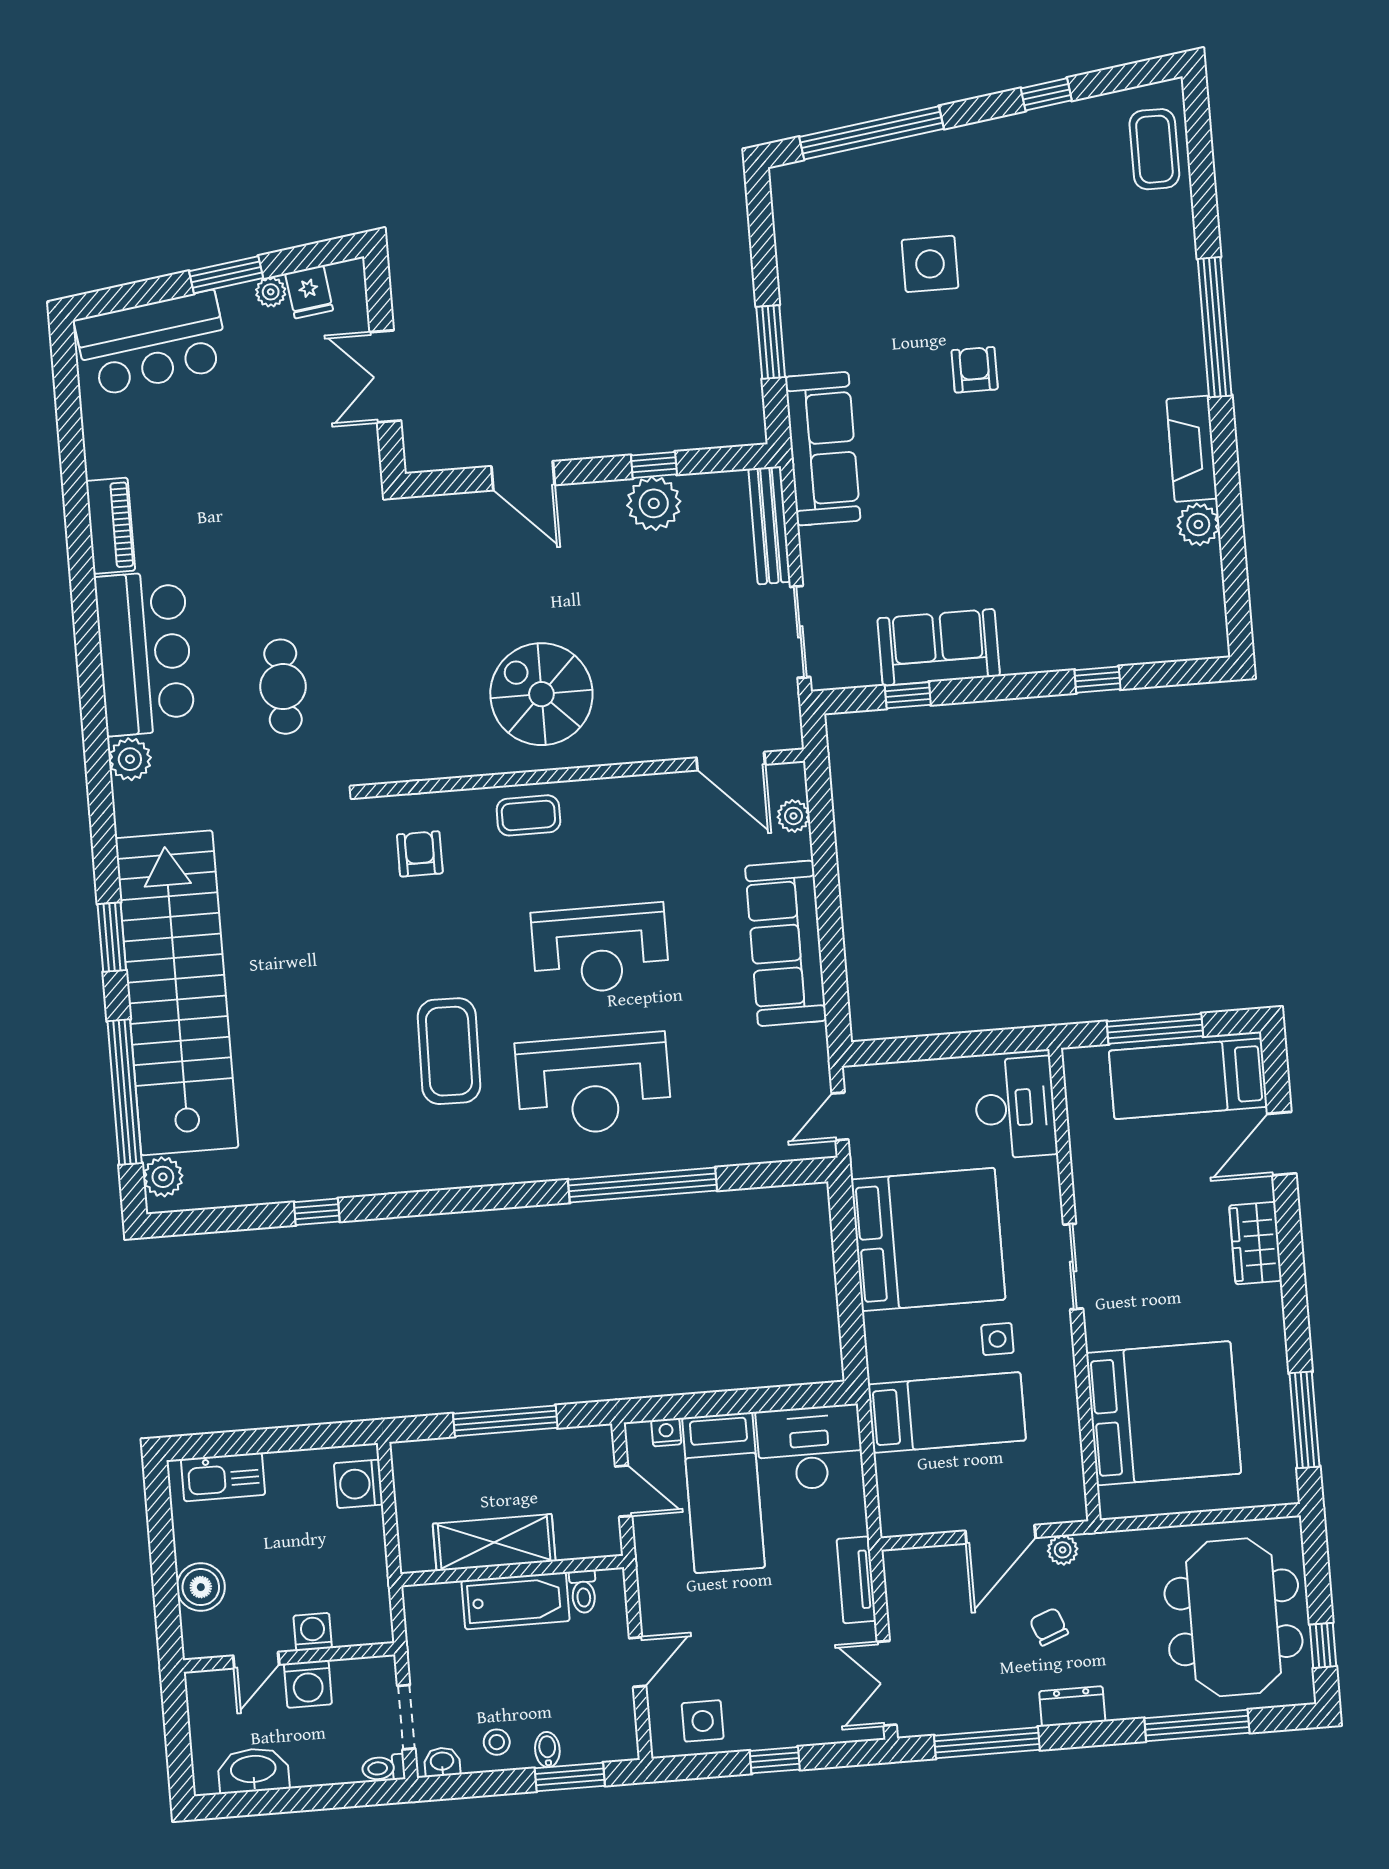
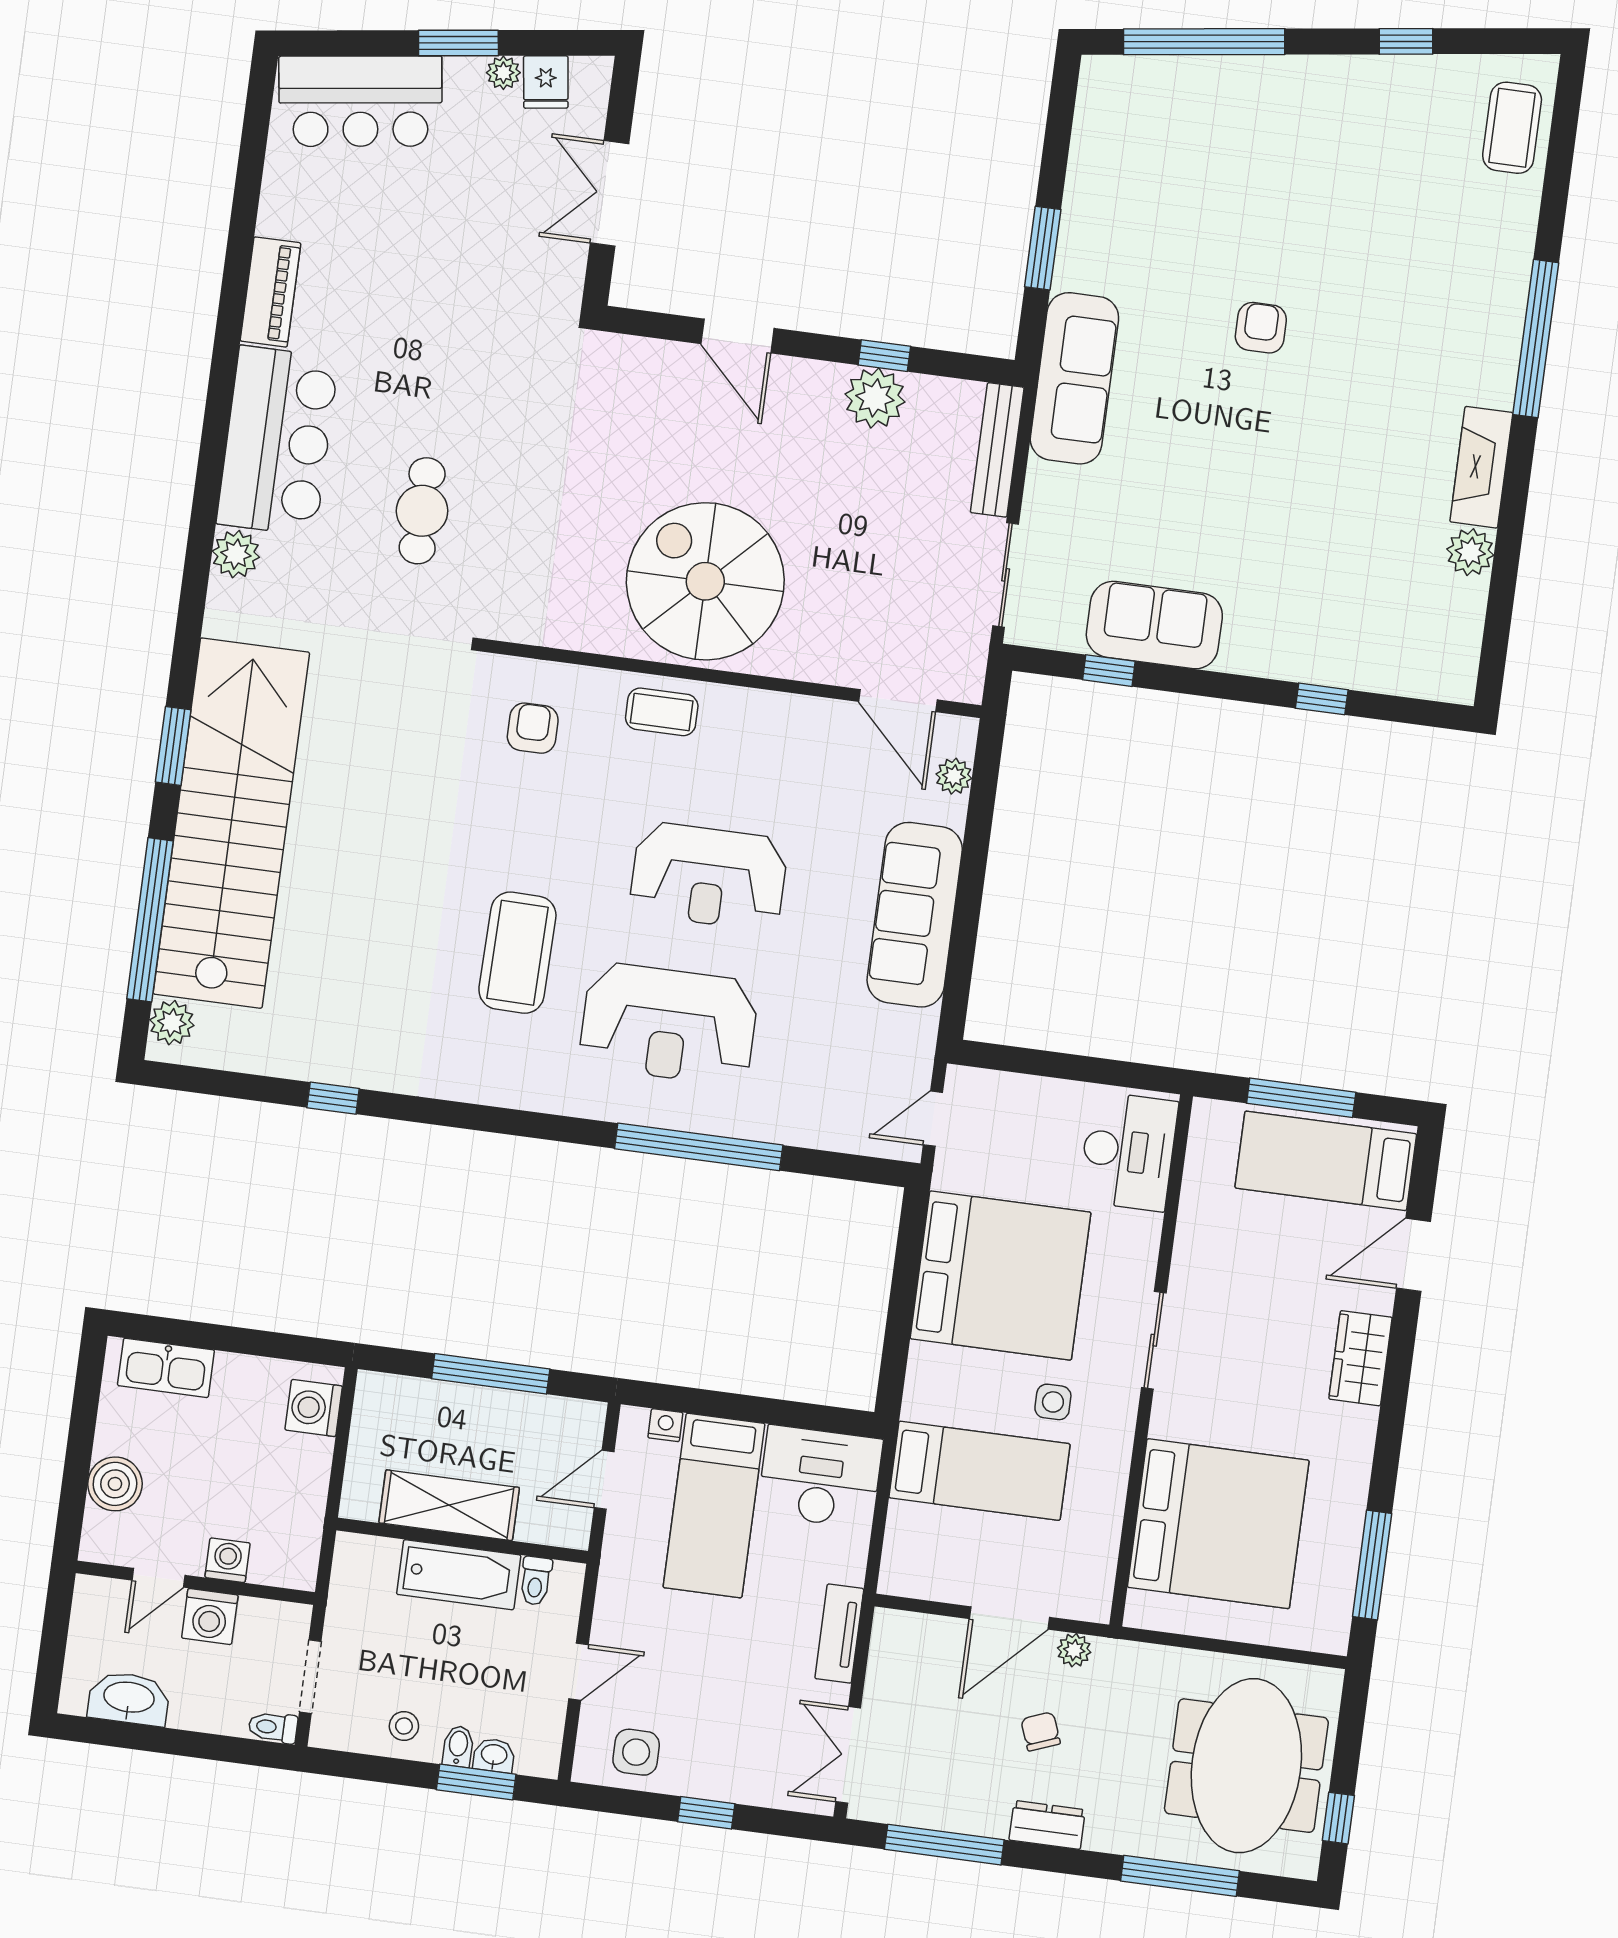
side table: (930, 264) -> (1237, 200), removed
spiral stairs: (541, 694) -> (705, 581), width x1.37, depth x1.37
door: (624, 1491) -> (604, 1480), swing flipped
washbasin: (442, 1762) -> (494, 1755), moved

